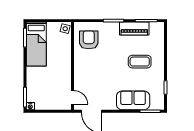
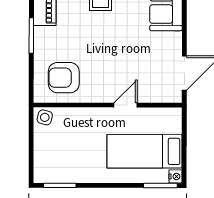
bed: (36, 44) -> (144, 151), moved, turned 180
door: (72, 97) -> (125, 105), moved

